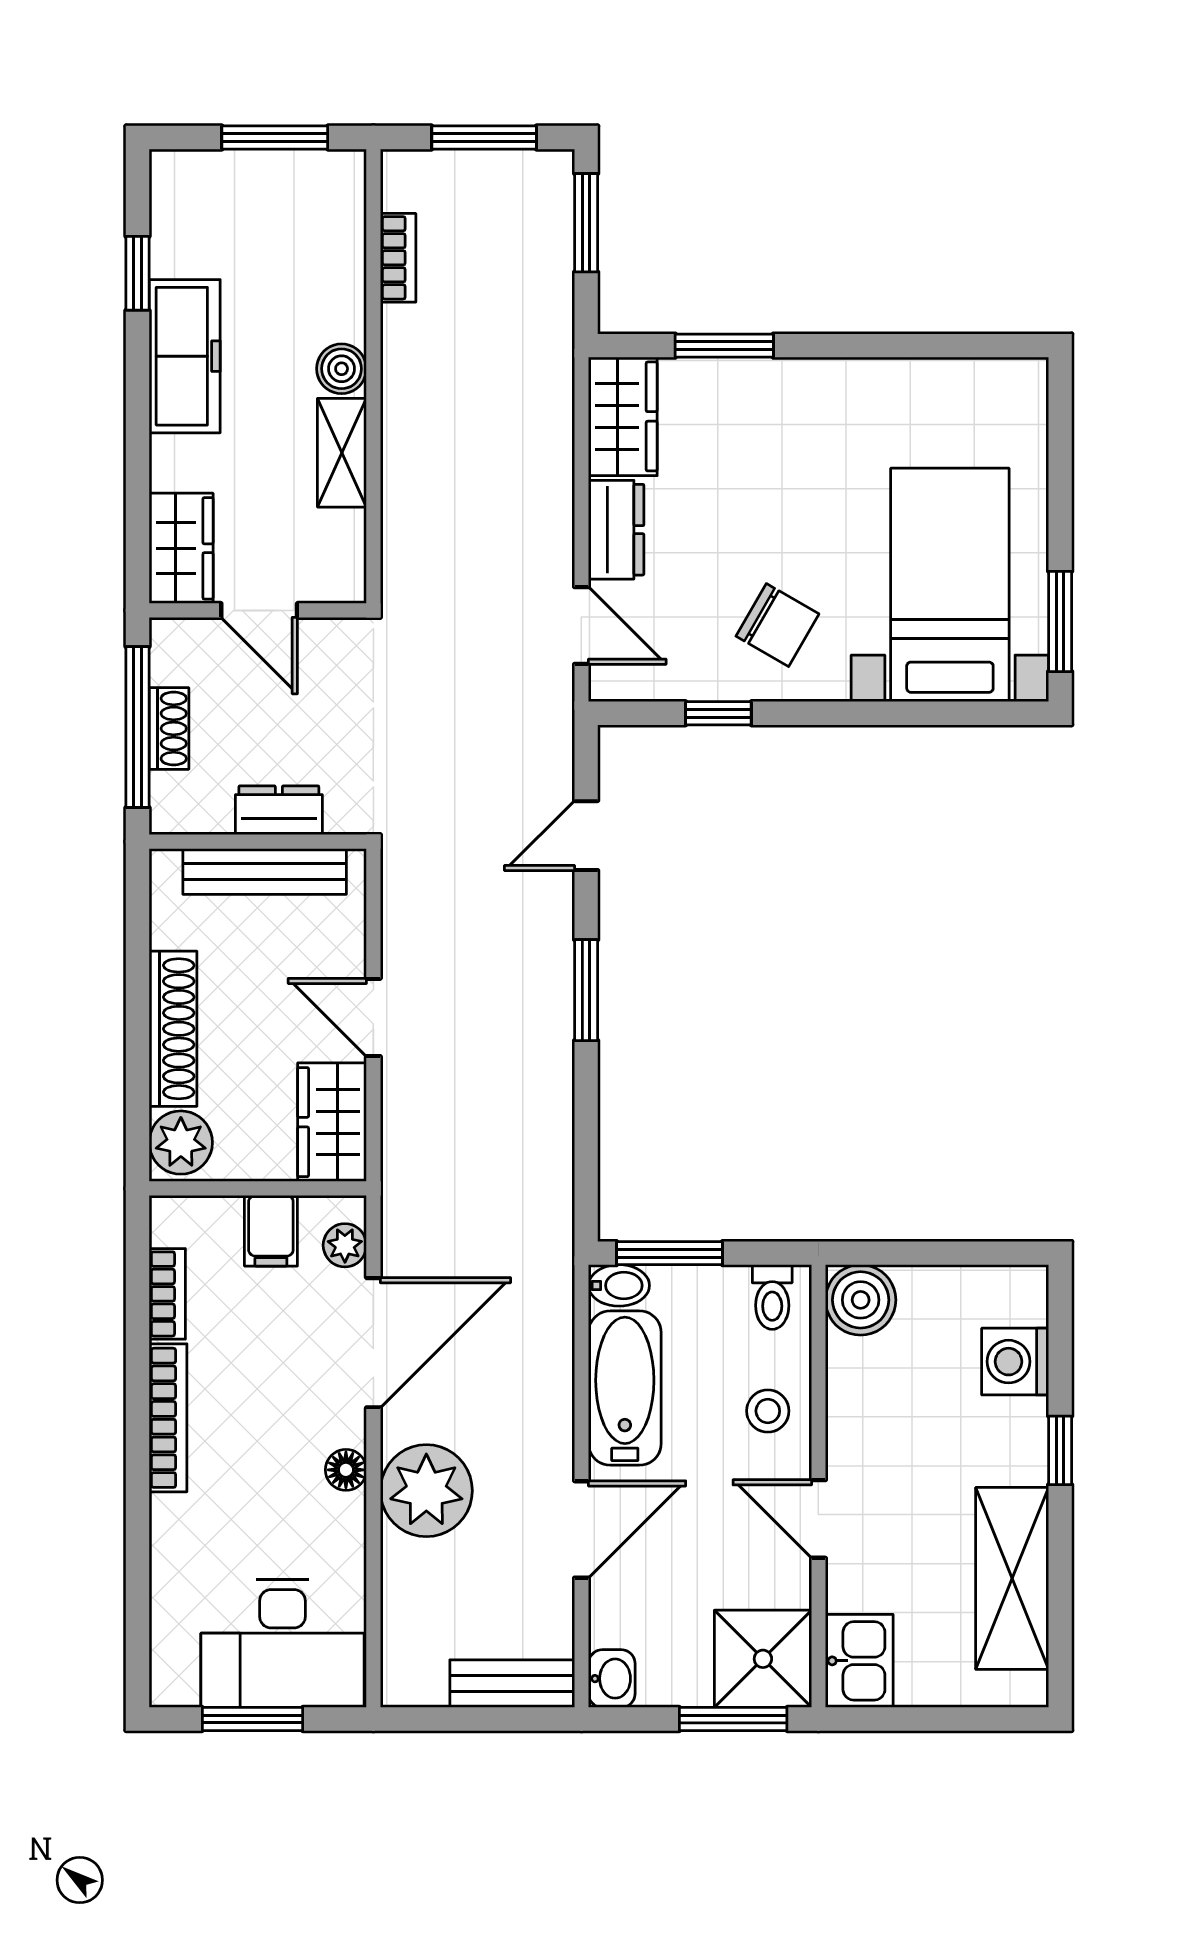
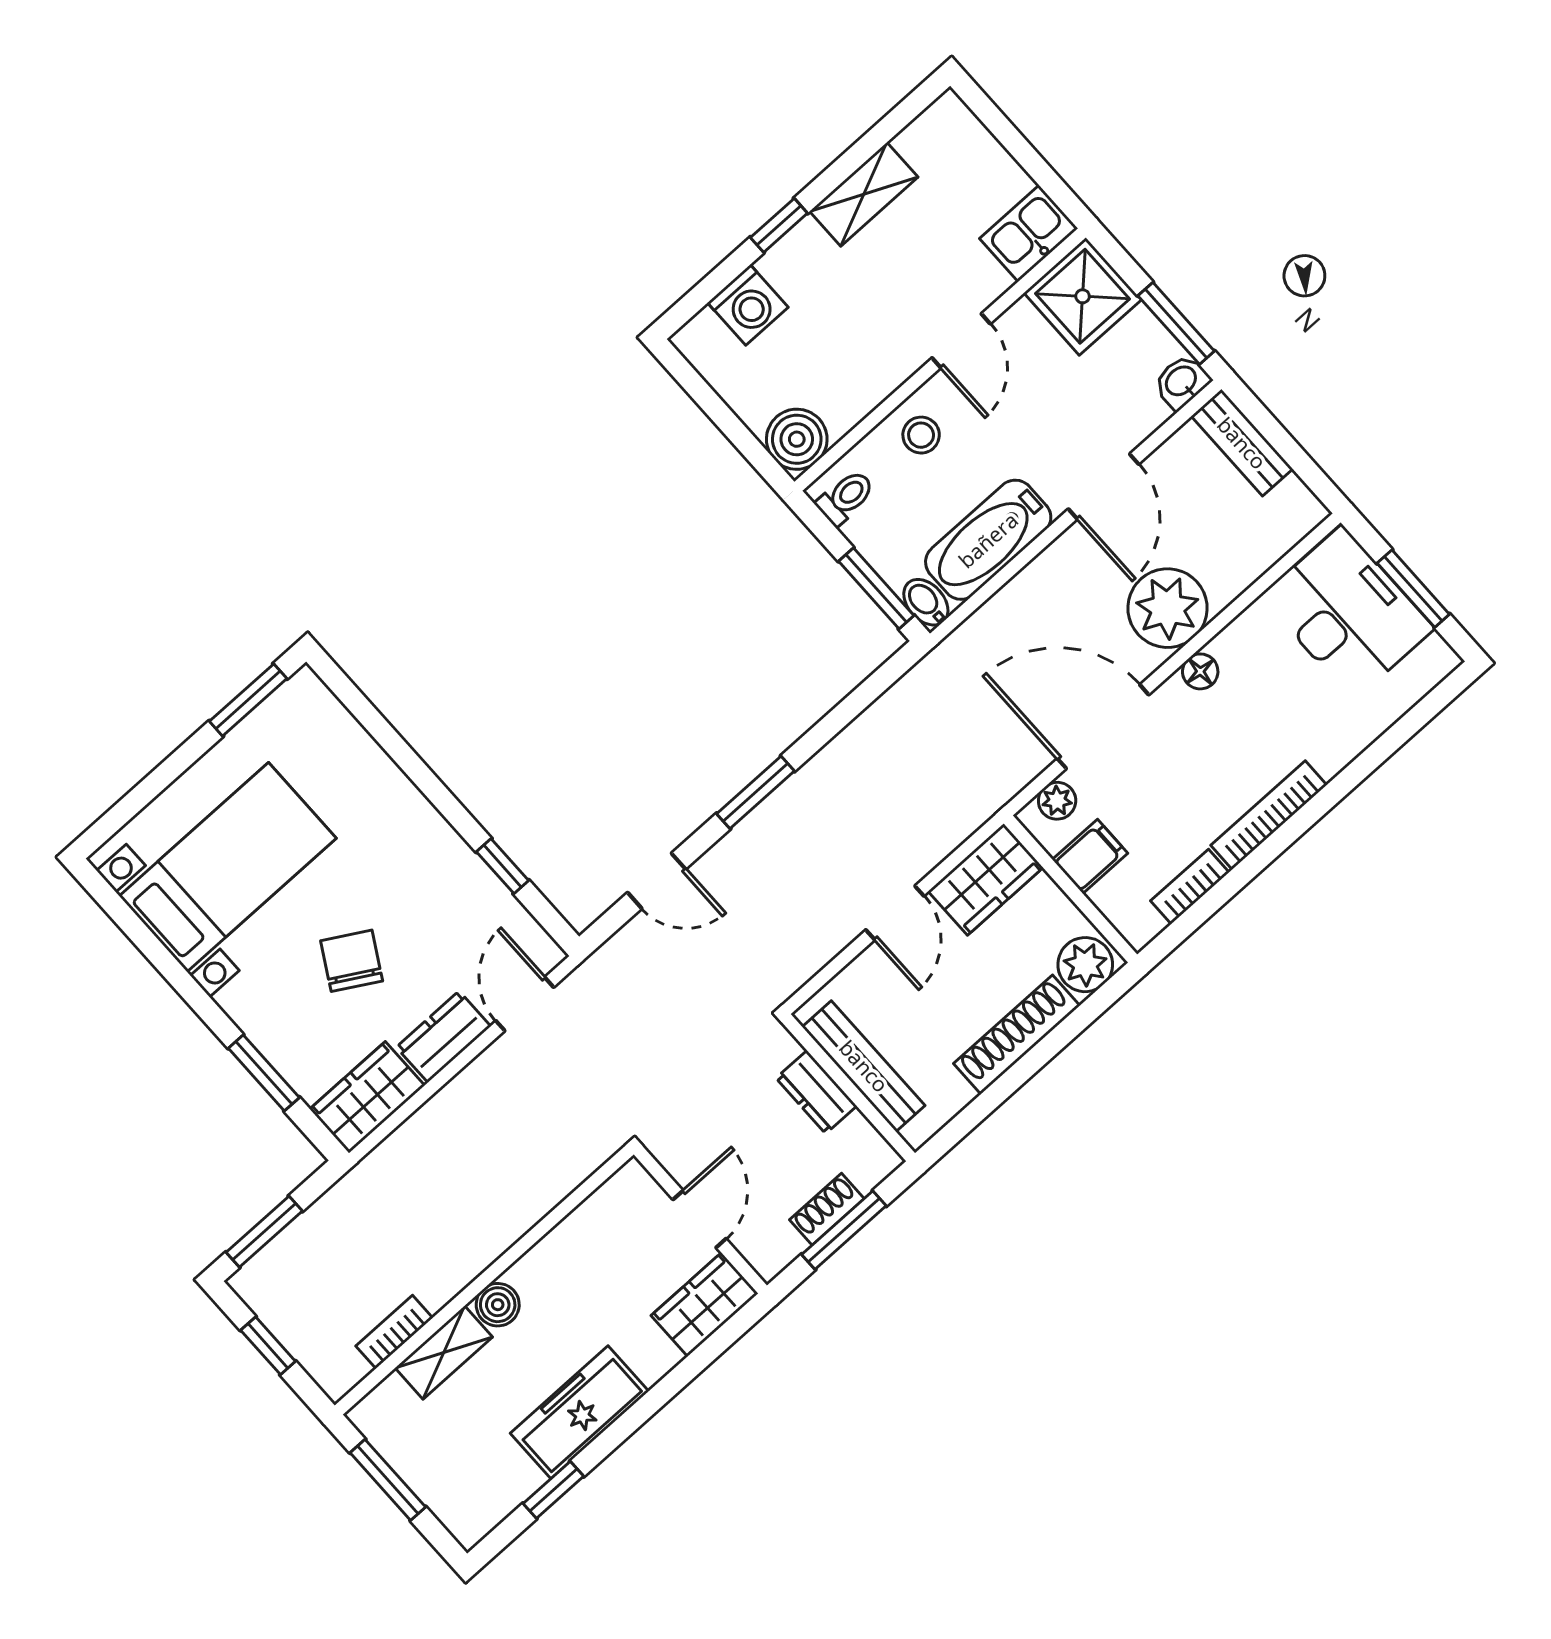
window: (484, 138) -> (268, 1346), width x0.67
shelving: (342, 453) -> (444, 1352), moved
bed with nightstands: (950, 585) -> (228, 867), moved, turned 180
chair: (777, 625) -> (352, 961), moved
window: (138, 727) -> (844, 1230), width x0.69
door: (581, 1529) -> (1104, 487), swing flipped
shelving: (1012, 1578) -> (864, 194), width x0.67, depth x0.75
window: (733, 1719) -> (1176, 323), moved

